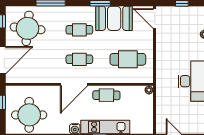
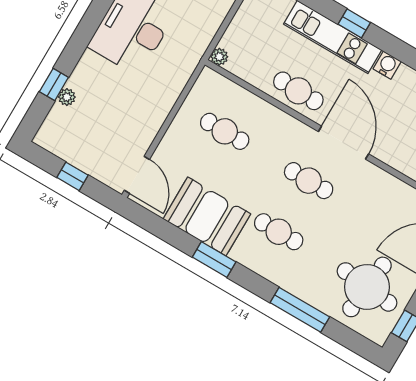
cafe table: (128, 59) -> (225, 131), width x0.73, depth x0.74
door: (74, 84) -> (343, 143), hinge flipped

